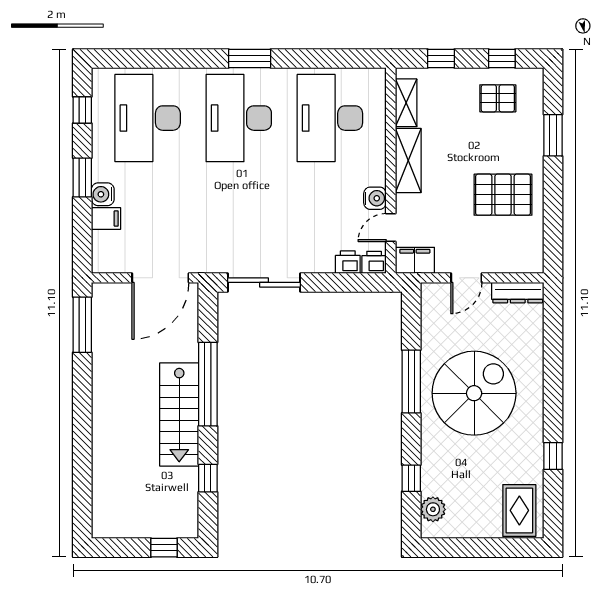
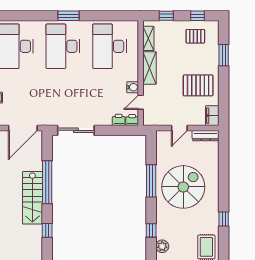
filing cabinet: (415, 260) -> (212, 116), moved, turned -90

